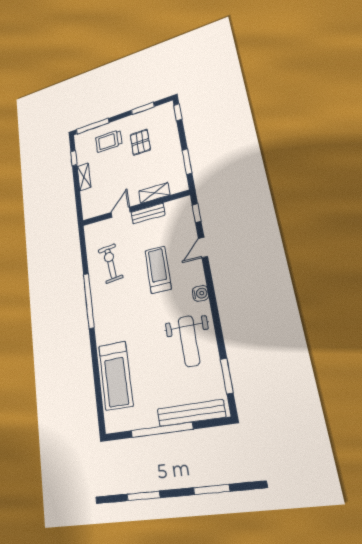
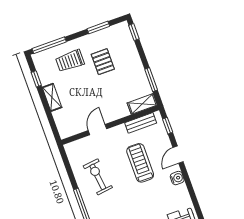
shelving: (154, 193) -> (142, 104), moved
bench: (148, 214) -> (141, 123), moved
treadmill: (158, 270) -> (140, 163), moved
water cooler: (200, 293) -> (177, 178), moved

